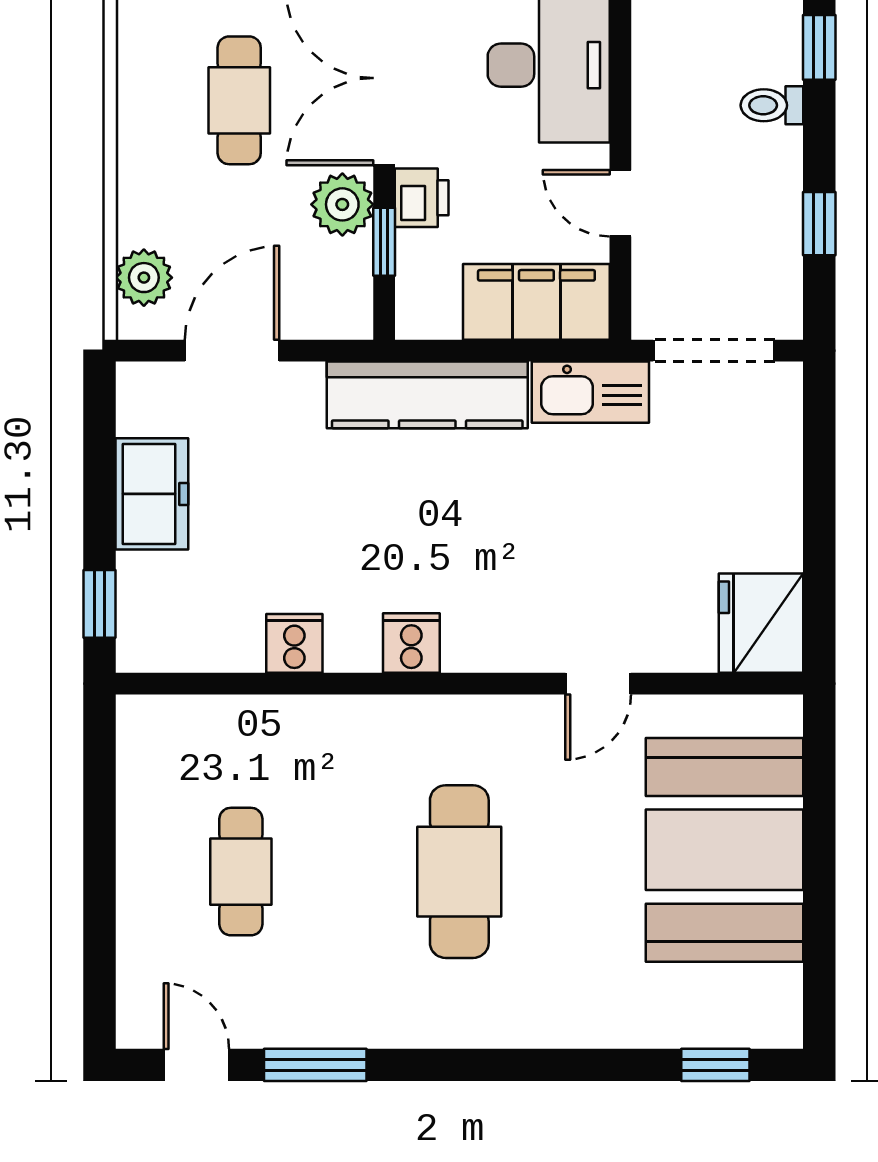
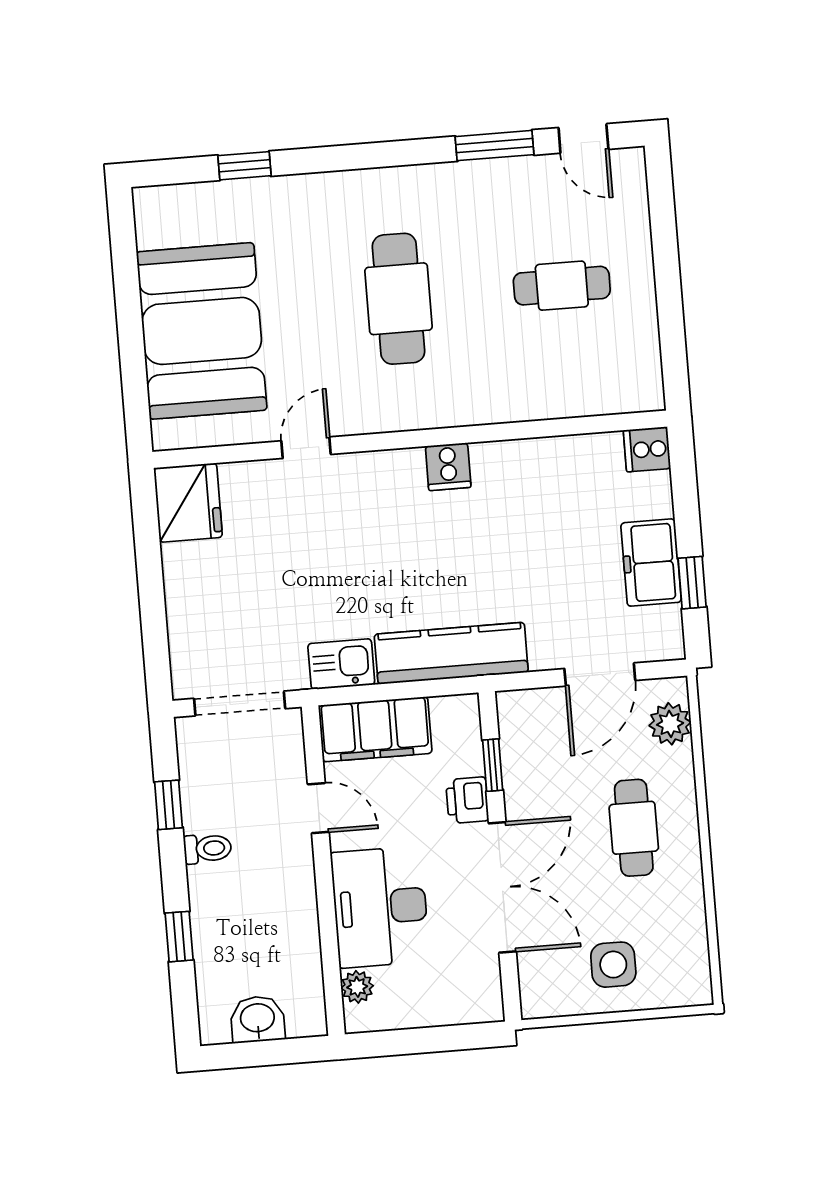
cafe table: (239, 100) -> (634, 828), moved
toilet: (772, 105) -> (208, 849), moved
plant: (342, 204) -> (526, 790), removed
kitchen sink: (590, 392) -> (341, 664), width x0.73
window: (100, 604) -> (692, 583), moved
cooker: (294, 643) -> (647, 449), moved, turned 90
cafe table: (241, 872) -> (562, 286), turned 90
window: (715, 1065) -> (244, 166), moved

